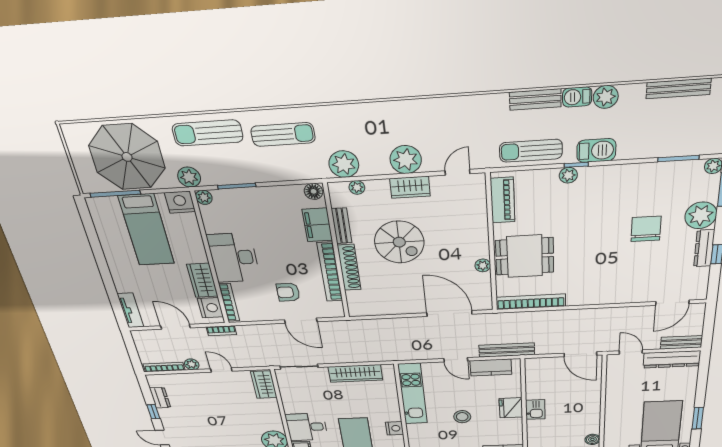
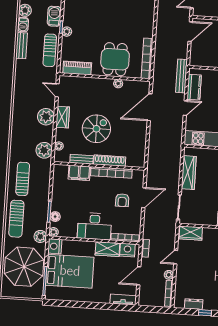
floor lamp: (314, 191) -> (55, 217), moved
bed: (146, 230) -> (70, 271), width x1.50

